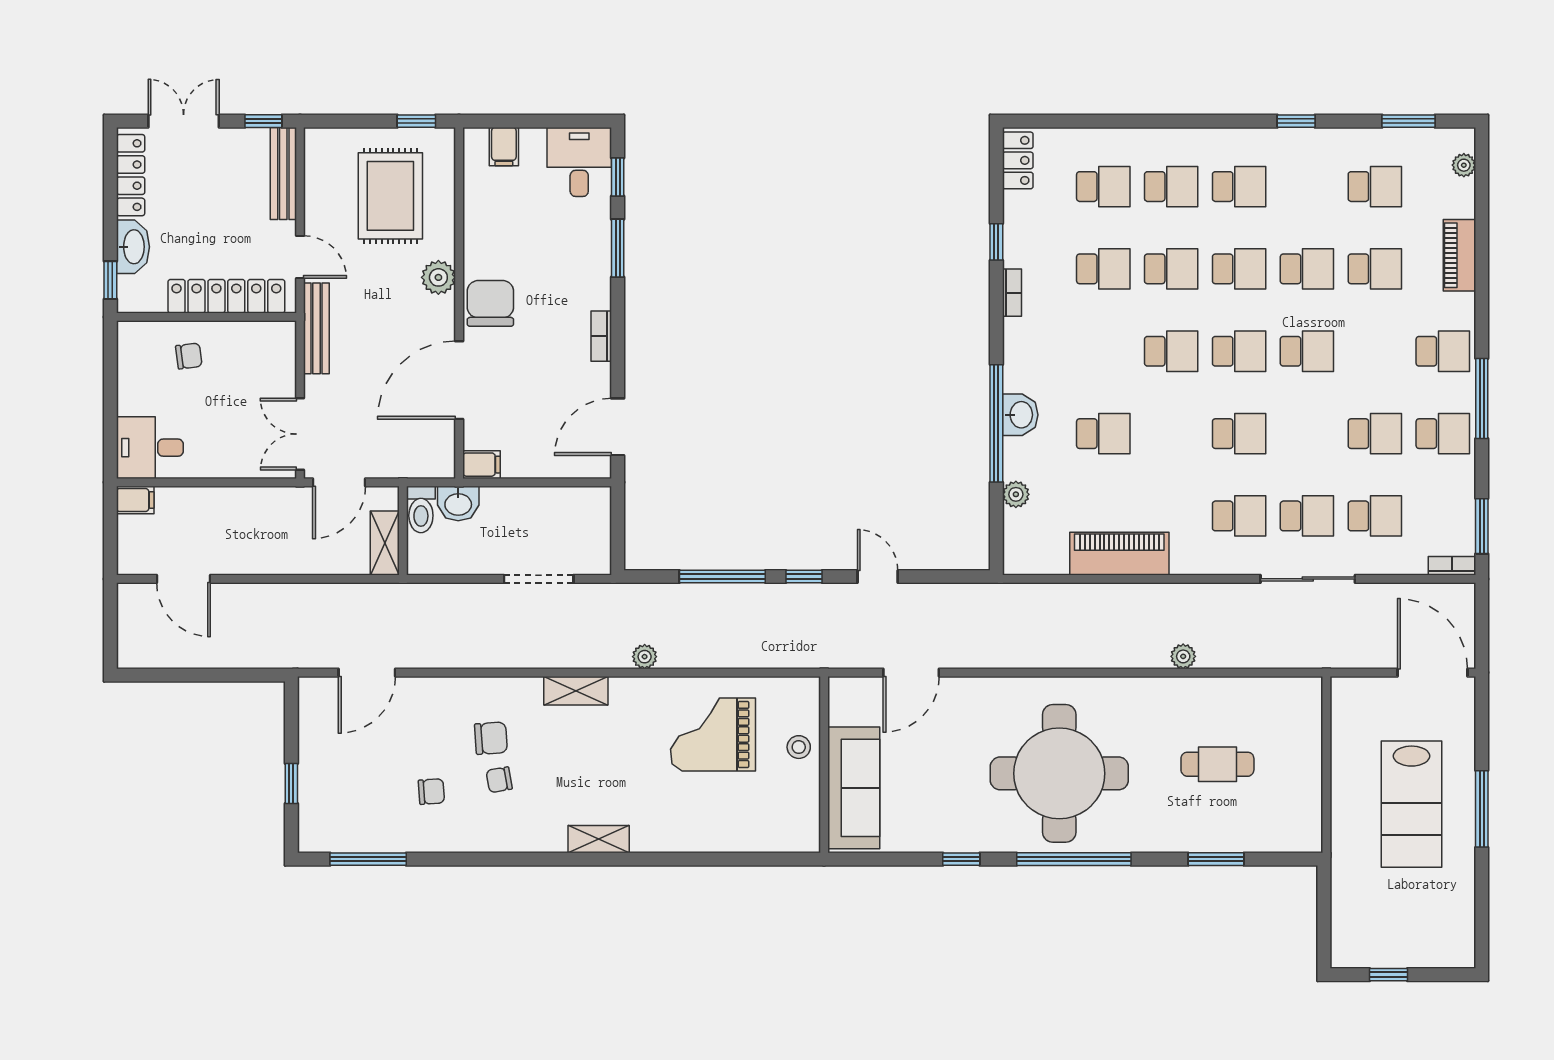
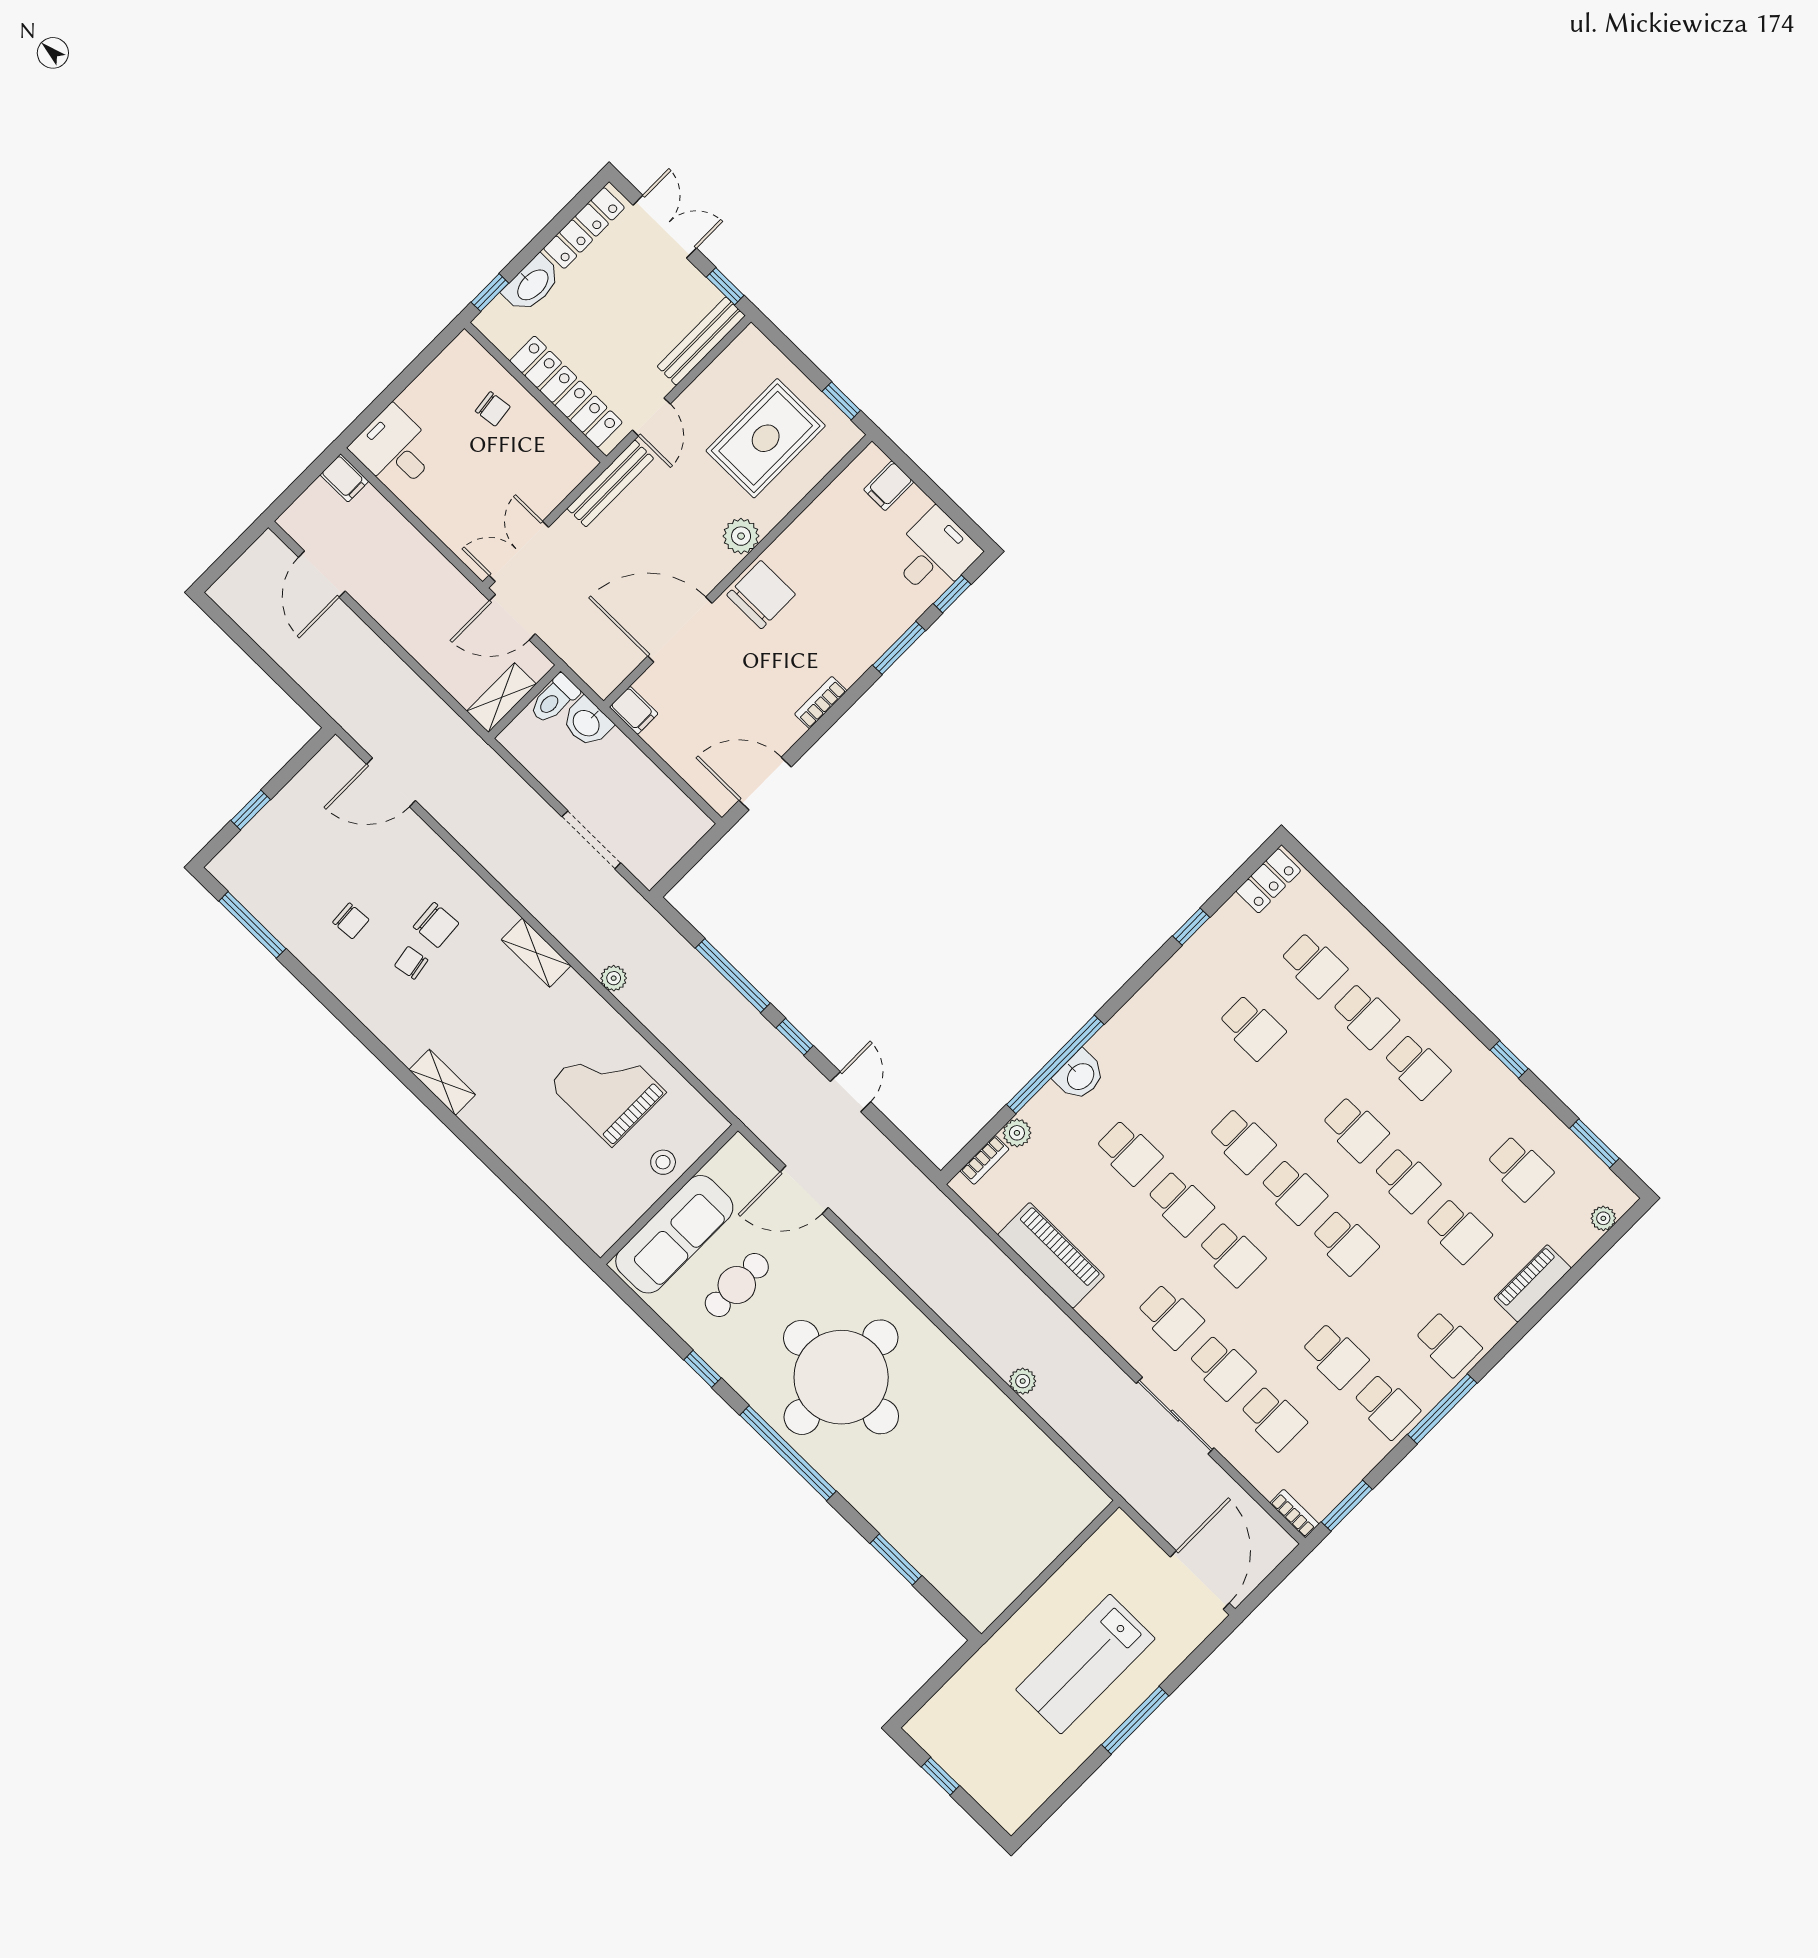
school desk: (1171, 269) -> (1180, 1203), moved
bookcase: (1012, 293) -> (985, 1160), moved
cafe table: (1217, 764) -> (737, 1285), moved, turned 90

